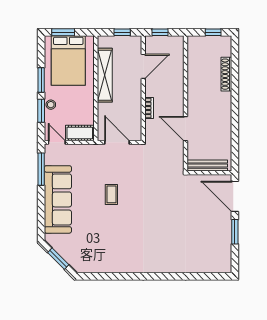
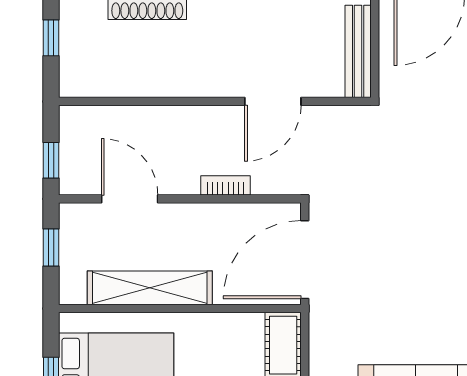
door: (117, 142) -> (305, 260), width x1.36
coffee table: (111, 194) -> (425, 272), removed

